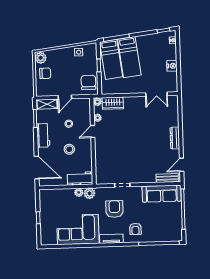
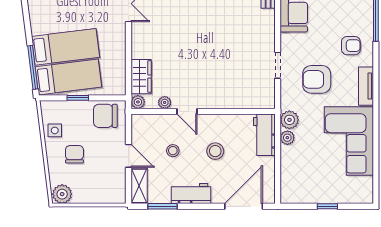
chair: (45, 73) -> (74, 154), moved

